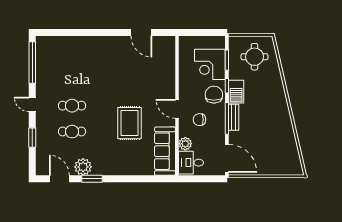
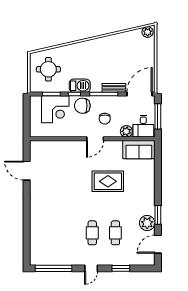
door: (141, 32) -> (27, 171), swing flipped
bench: (234, 117) -> (114, 88), moved
sofa: (165, 151) -> (139, 150), width x0.73
plant: (296, 167) -> (148, 32), added
window: (202, 179) -> (158, 116), added

